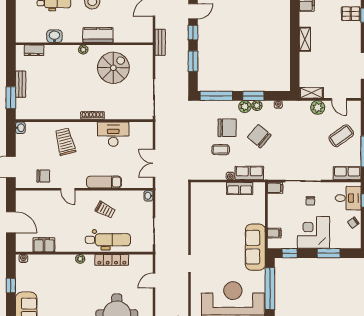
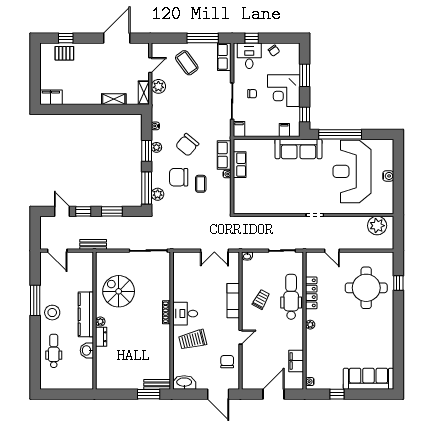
pallet: (351, 14) -> (64, 53), turned 90
kitchen counter: (98, 35) -> (86, 314), width x1.50
shelving: (305, 39) -> (114, 99), moved
dresser: (34, 50) -> (101, 337), moved
bench: (21, 84) -> (157, 384), moved
plant: (245, 107) -> (158, 194), moved
washbasin: (20, 128) -> (184, 382), width x1.91, depth x1.45
chair: (227, 128) -> (179, 177), turned -90
desk: (113, 134) -> (185, 314), moved, width x0.73

